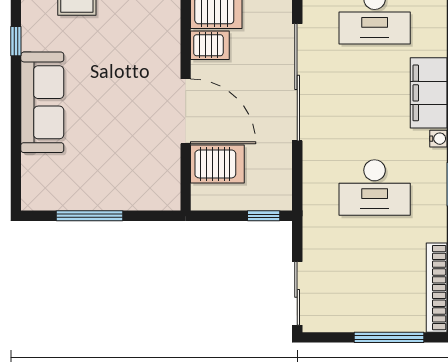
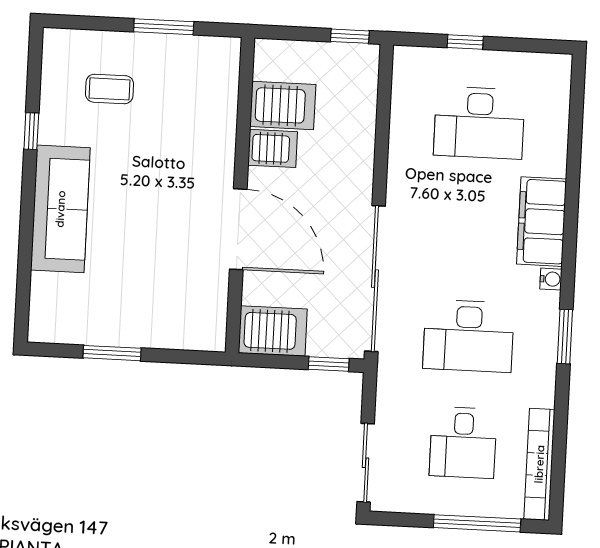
sliding door: (297, 82) -> (375, 279), moved
server rack: (217, 164) -> (273, 331), moved
window: (90, 216) -> (112, 353), width x0.69
desk: (375, 273) -> (463, 443), added

